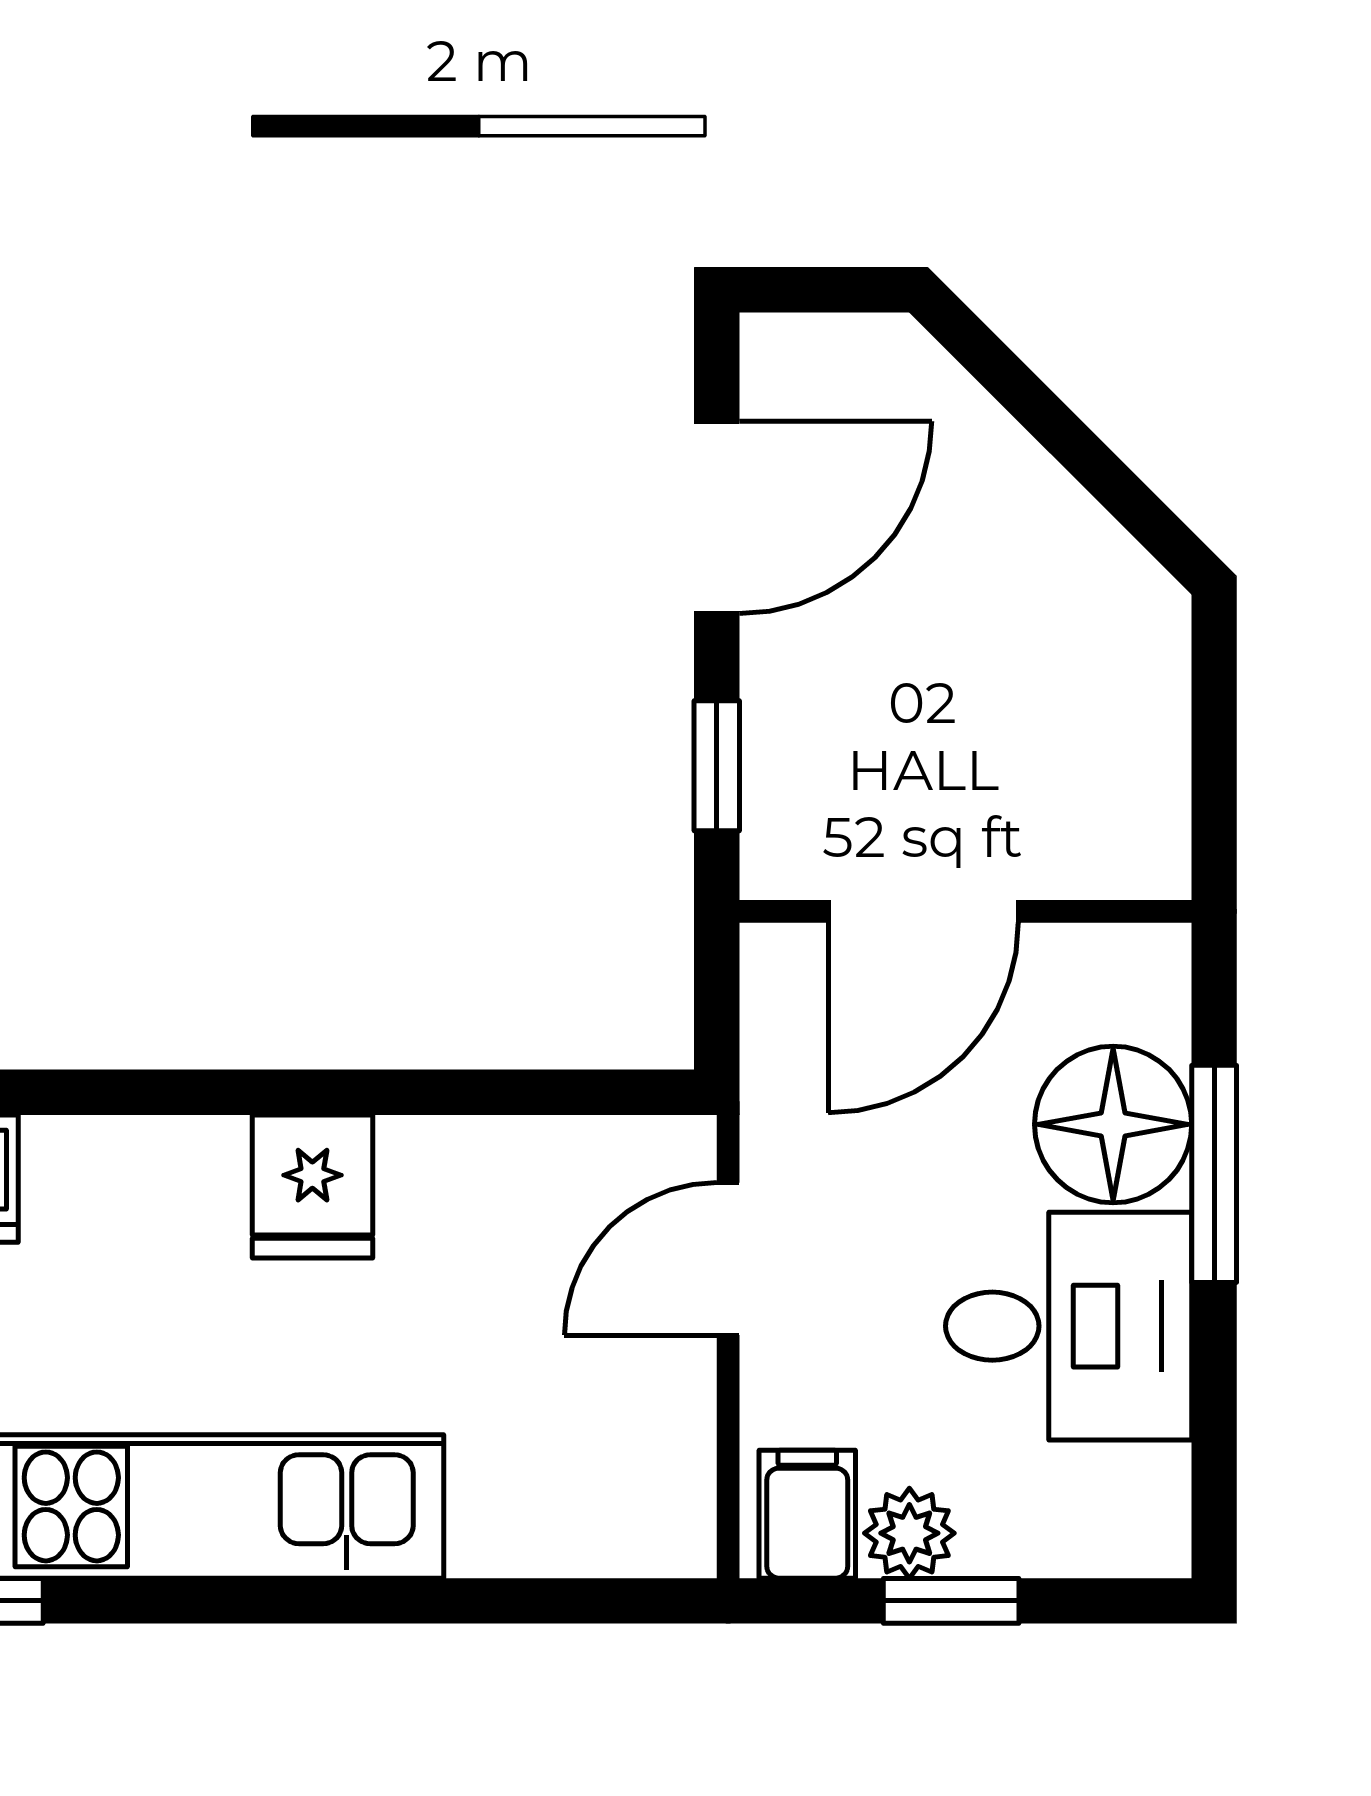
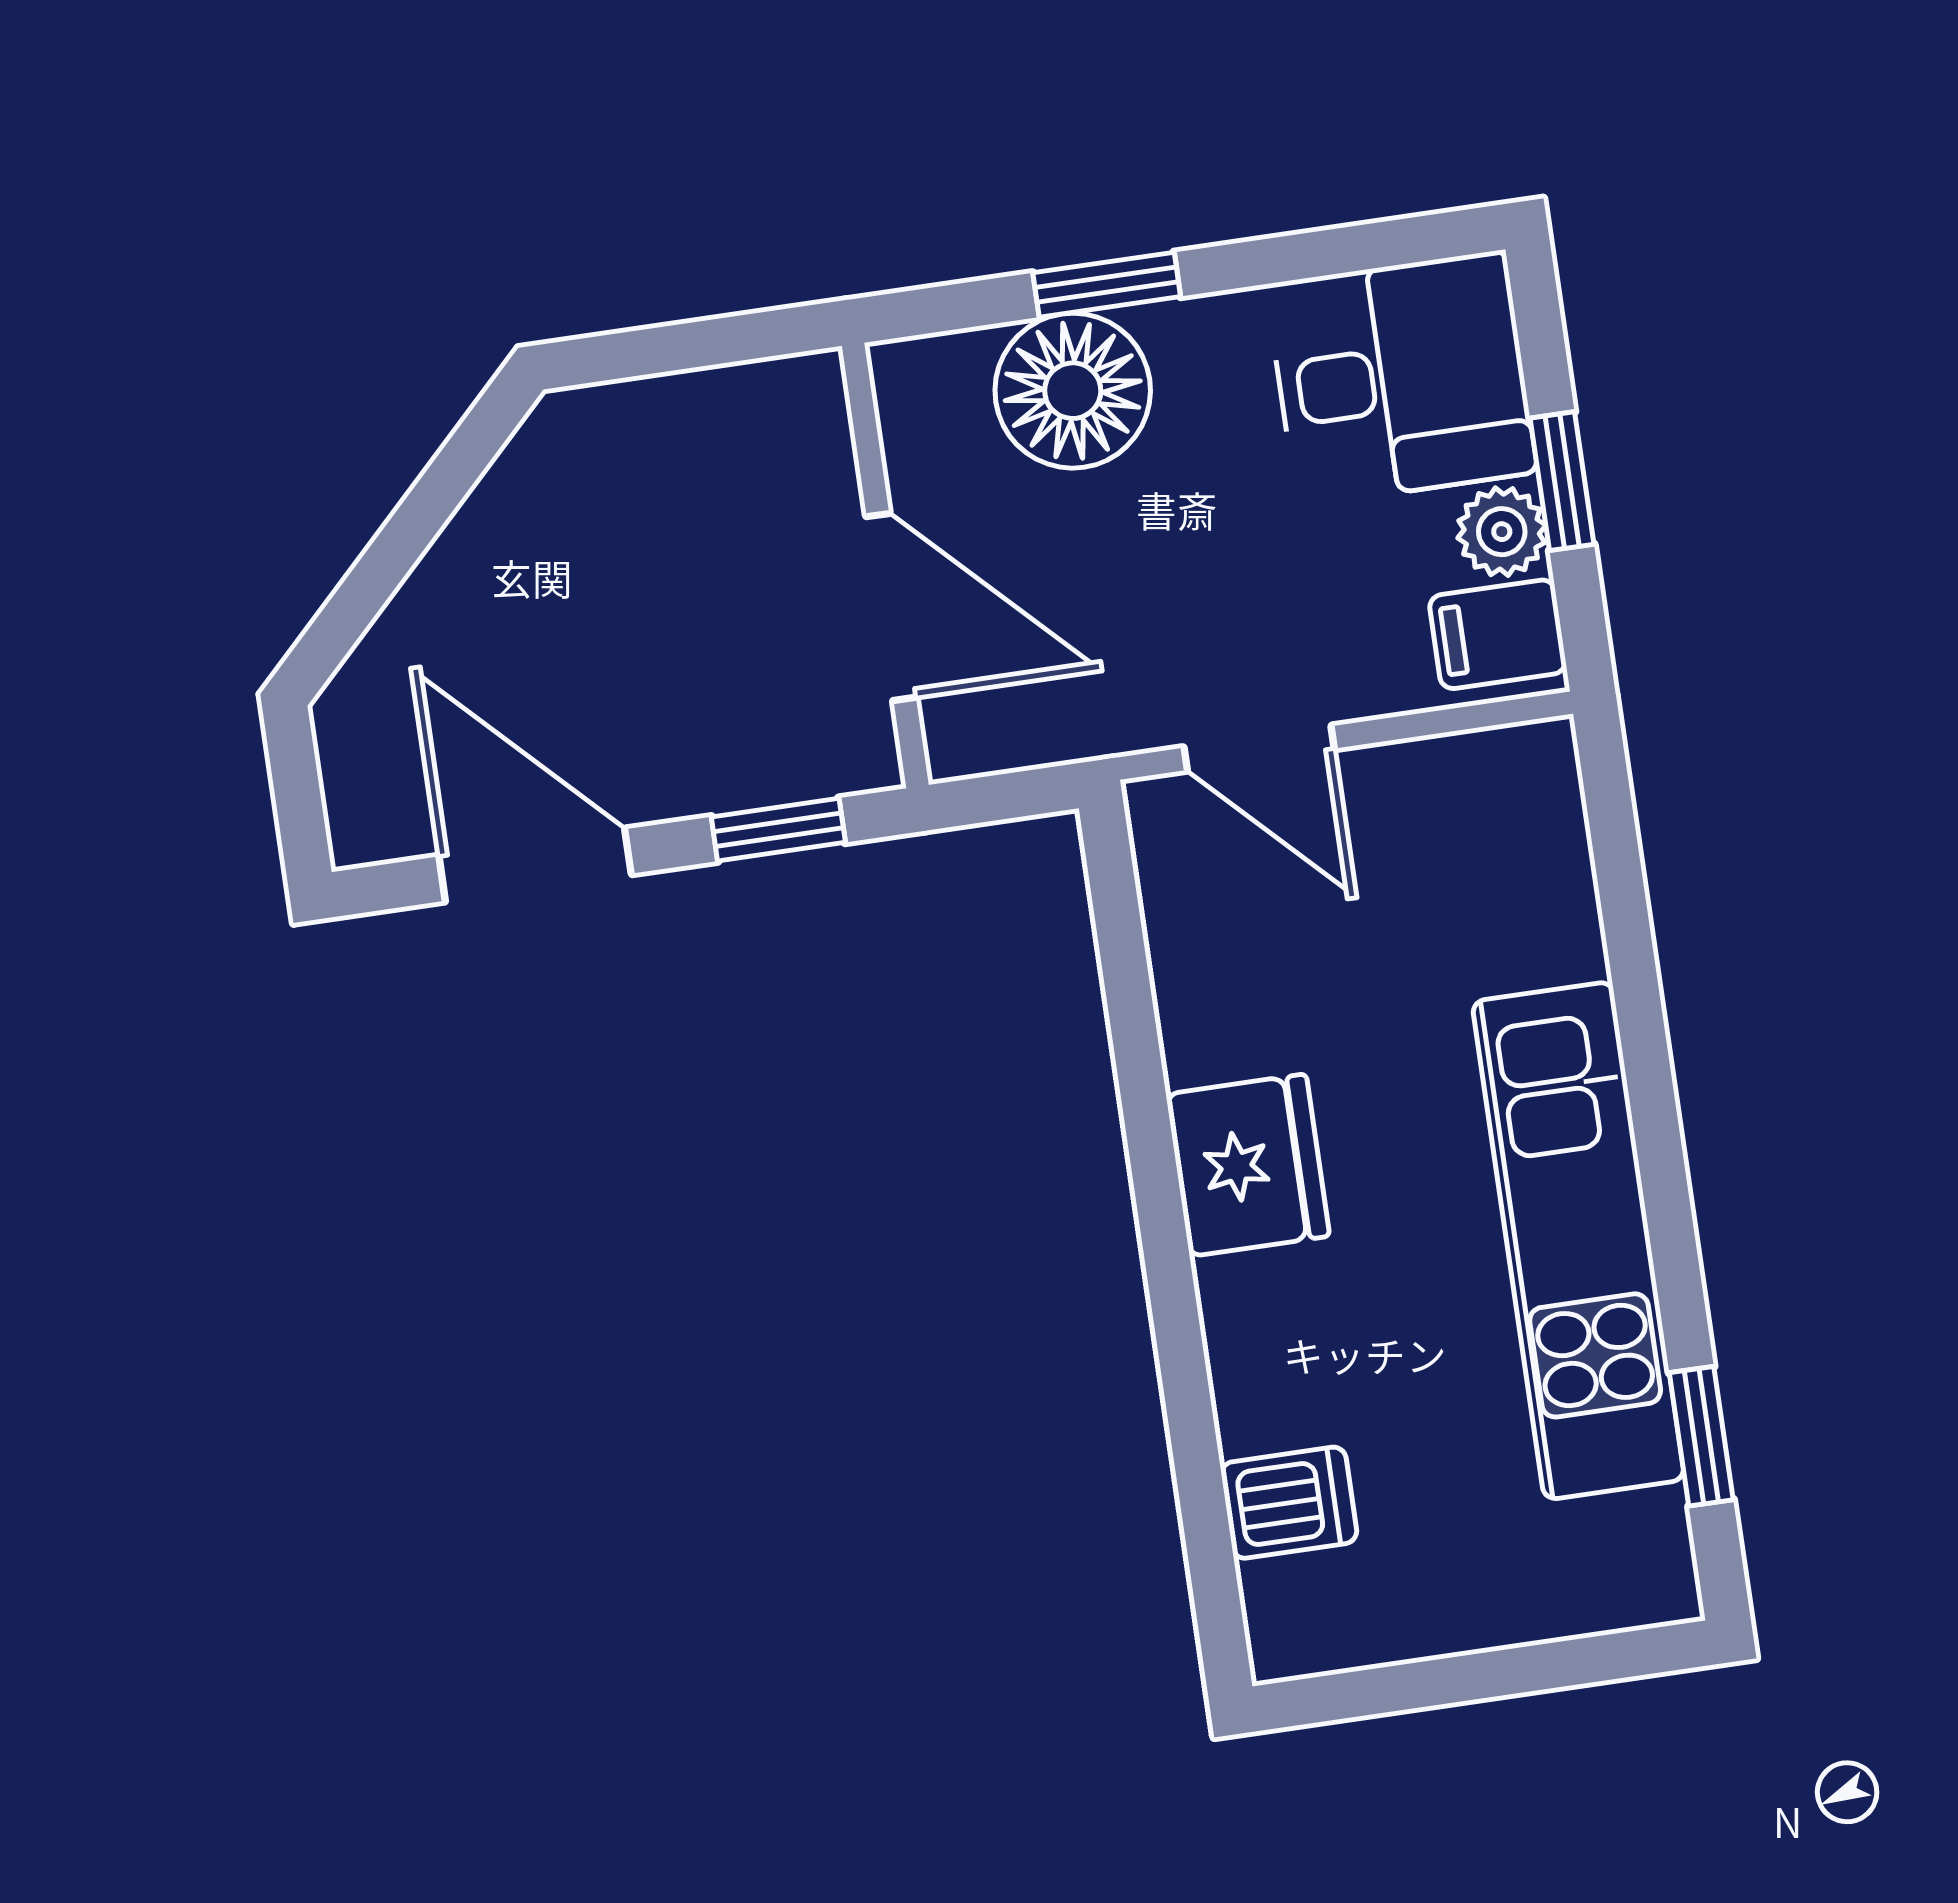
window: (1214, 1174) -> (1107, 285), width x0.67
fridge: (312, 1187) -> (1248, 1165), width x1.38
desk: (1069, 1326) -> (1401, 378), moved, turned 90

